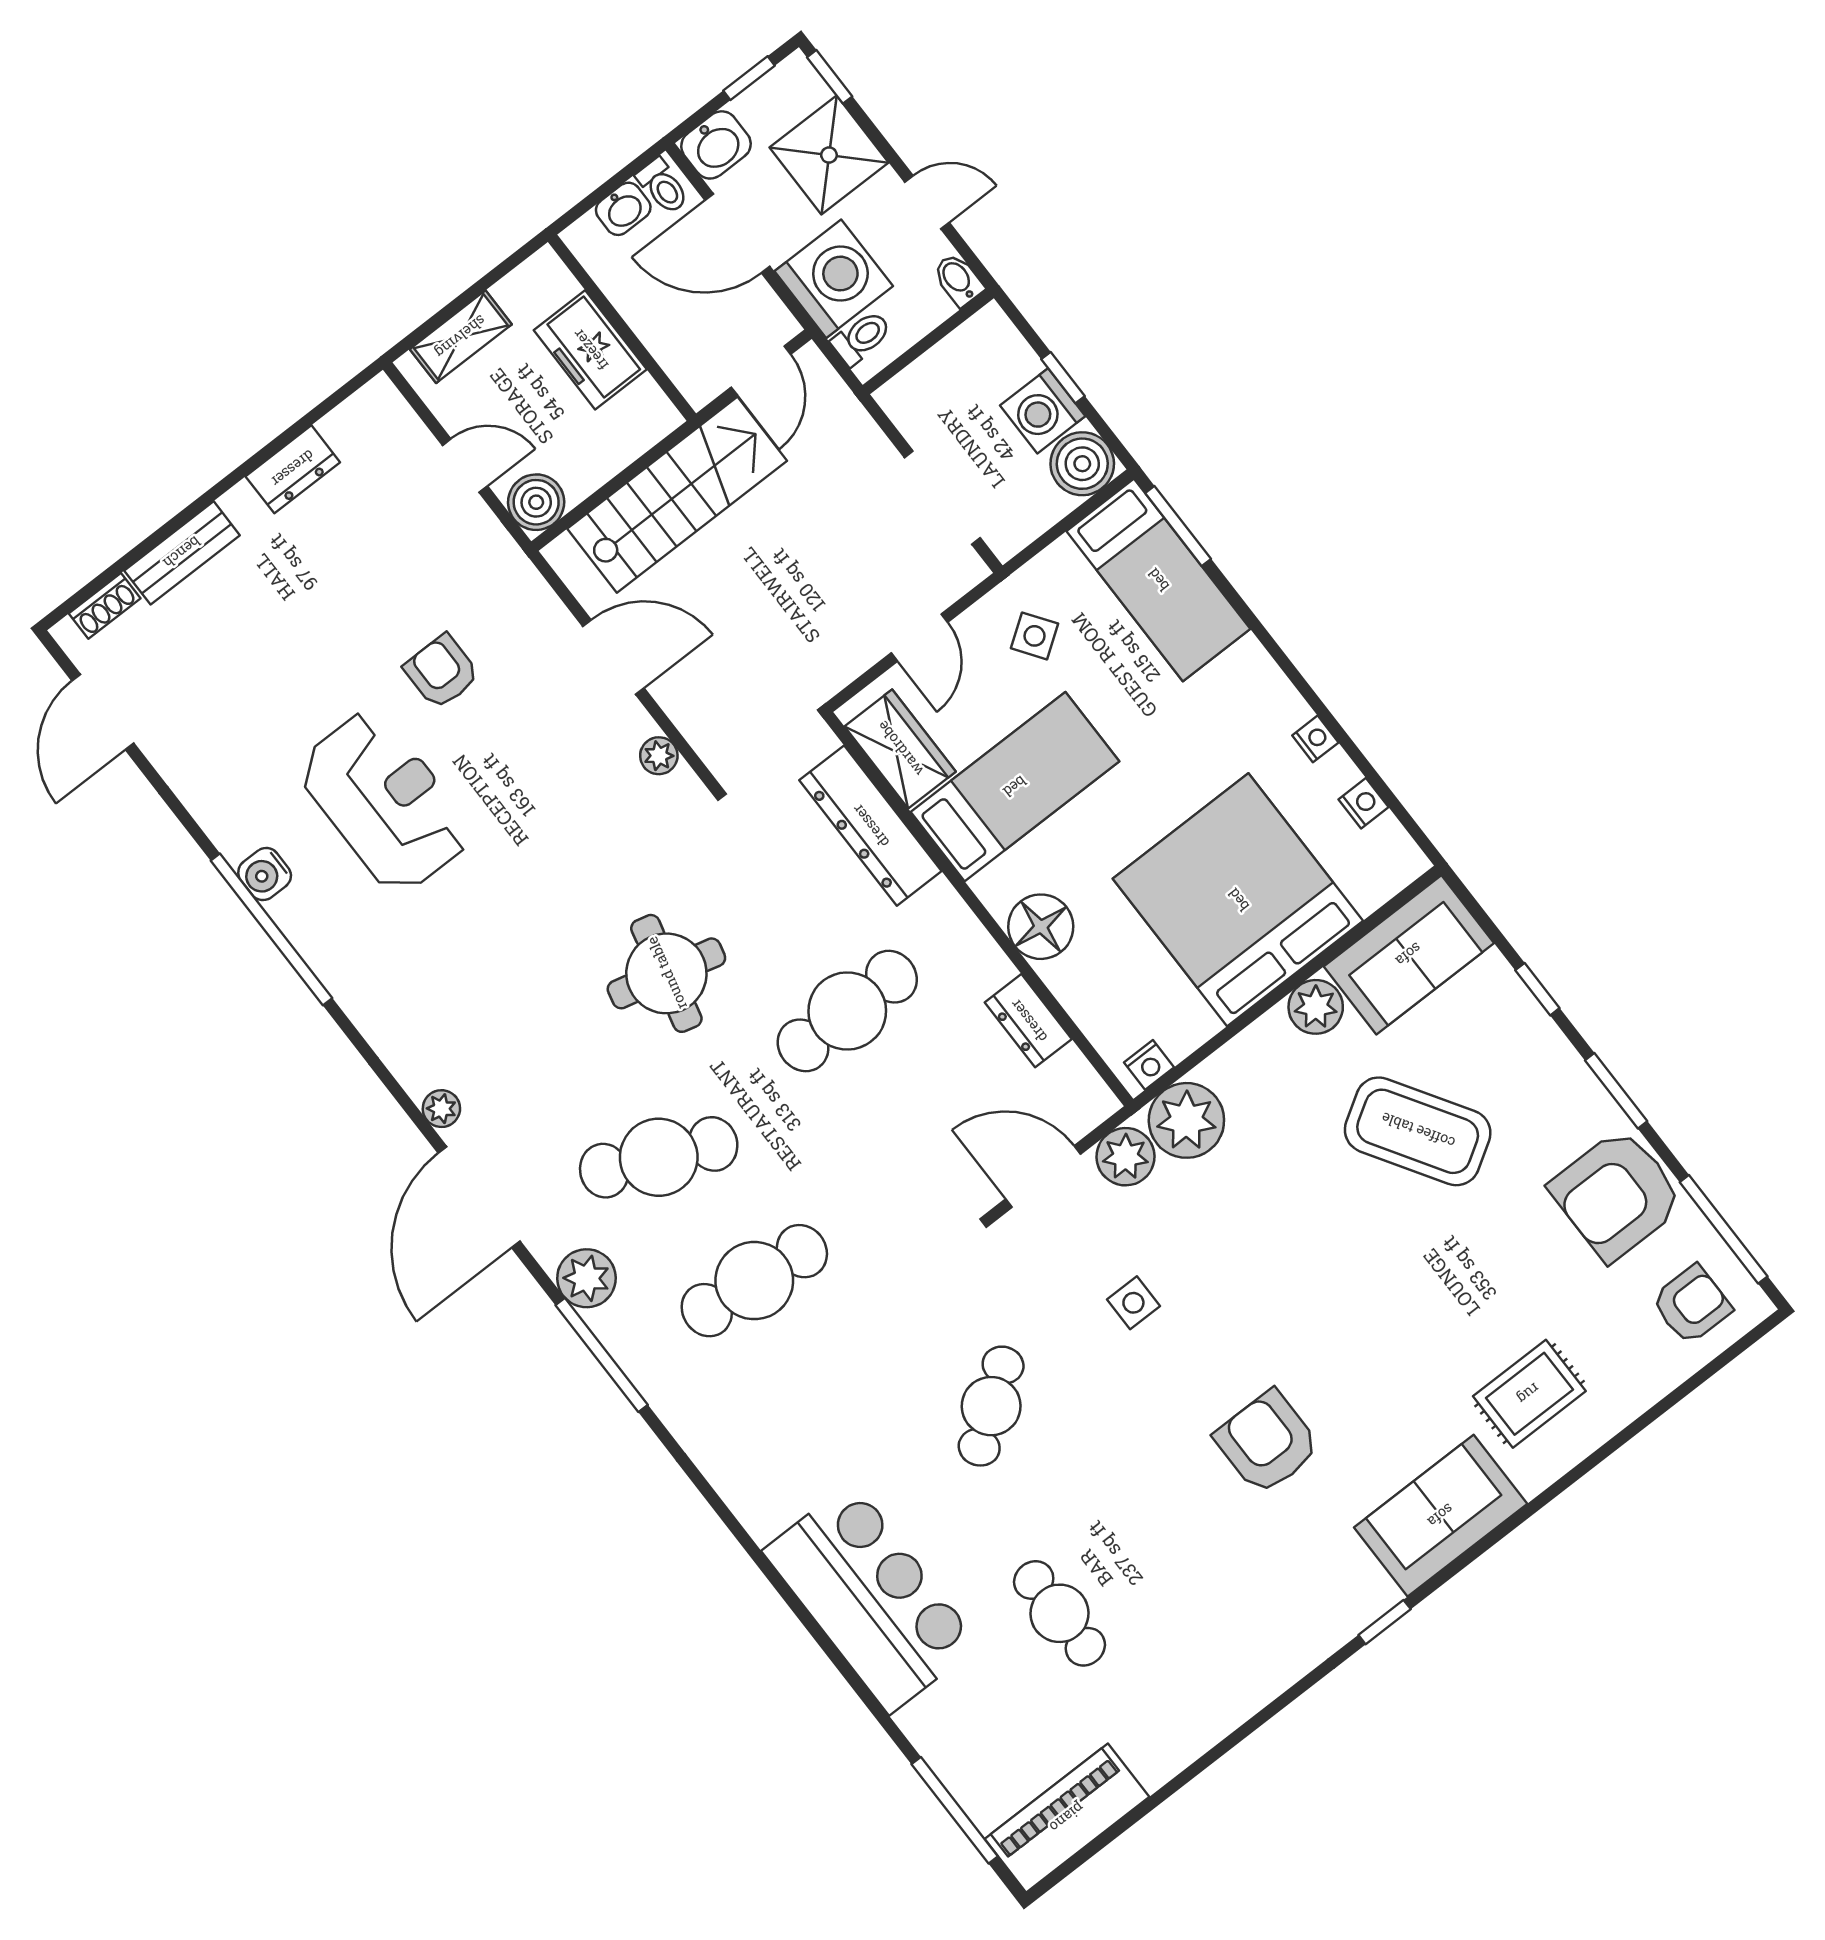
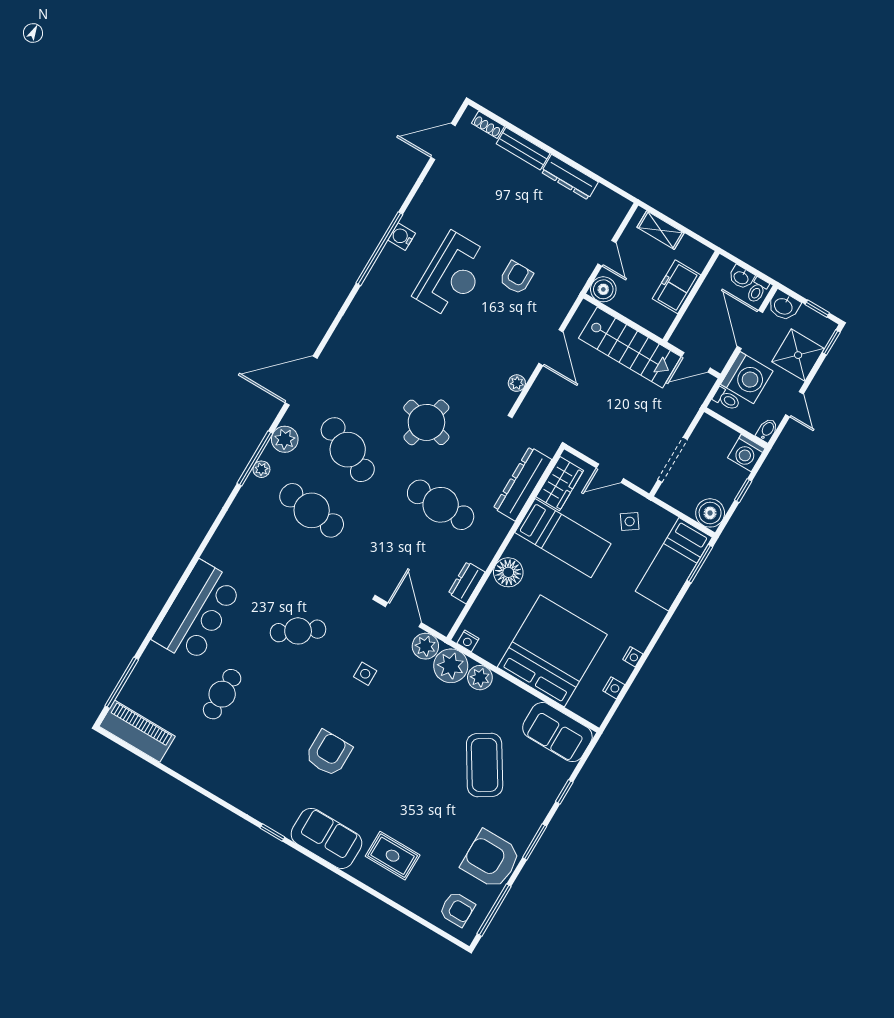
washing machine: (1043, 411) -> (746, 453), moved, turned -90
dresser: (293, 469) -> (570, 177), width x1.44
plant: (1316, 1007) -> (480, 678), moved
plant: (441, 1109) -> (261, 469), moved

